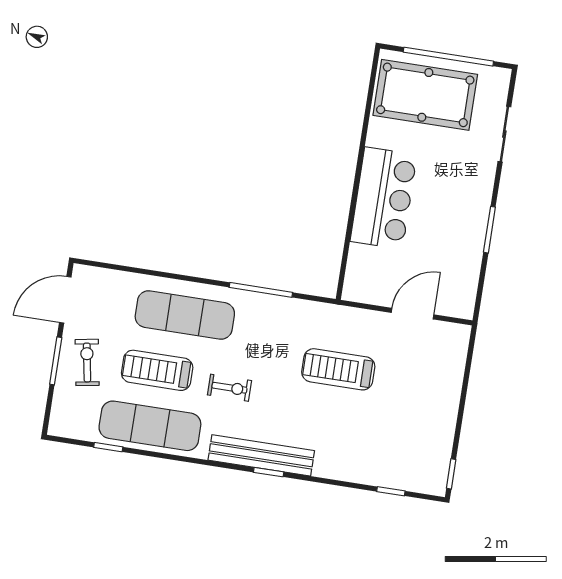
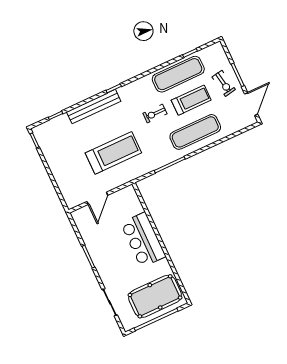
treadmill: (338, 369) -> (113, 153), width x1.37, depth x1.38
bench: (261, 455) -> (94, 107), moved

